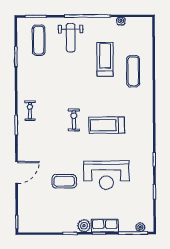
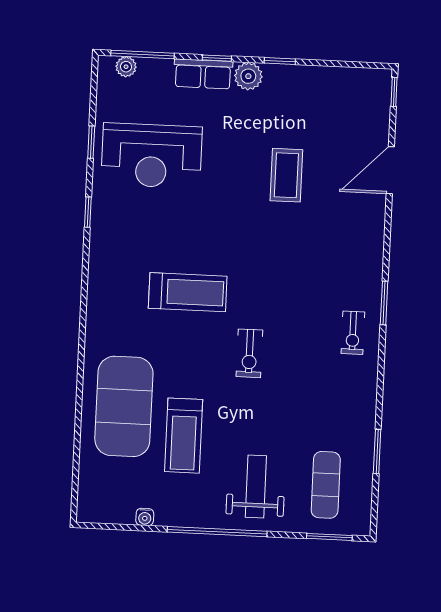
exercise mat: (133, 71) -> (124, 406), width x2.00, depth x1.45
exercise bike: (74, 120) -> (249, 353), moved
door: (17, 172) -> (390, 170), moved
reception desk: (106, 175) -> (152, 156), moved, turned 180
coffee table: (64, 181) -> (286, 175), turned 90

